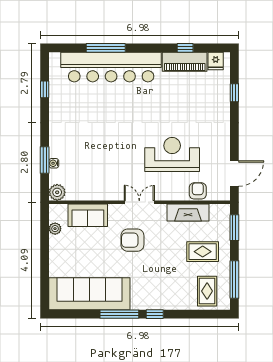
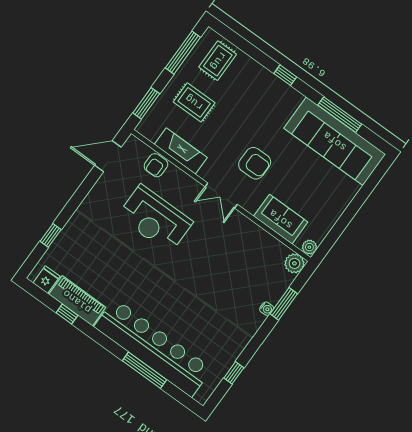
water cooler: (54, 163) -> (267, 309), moved
plant: (55, 229) -> (309, 247), moved
window: (119, 314) -> (340, 115), moved

